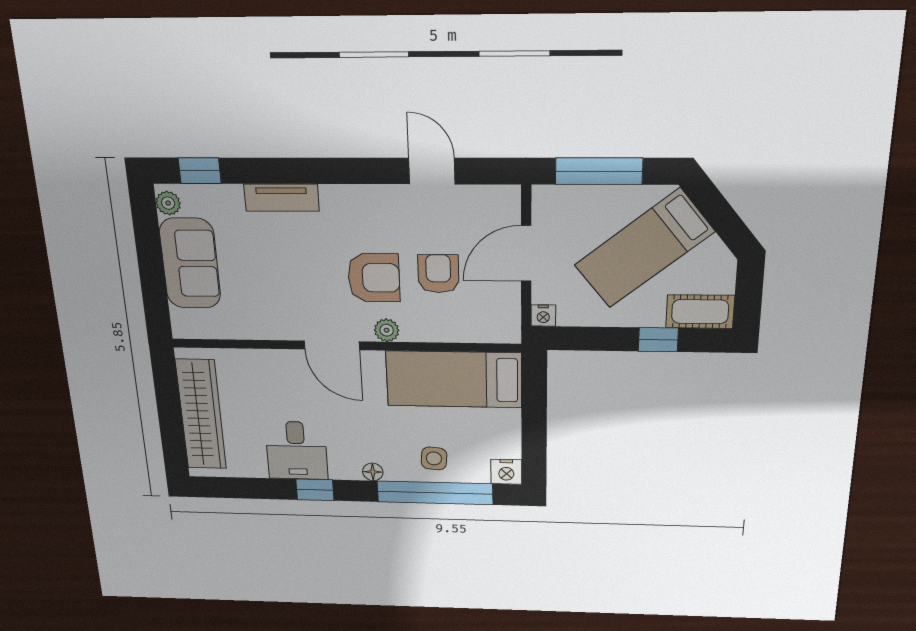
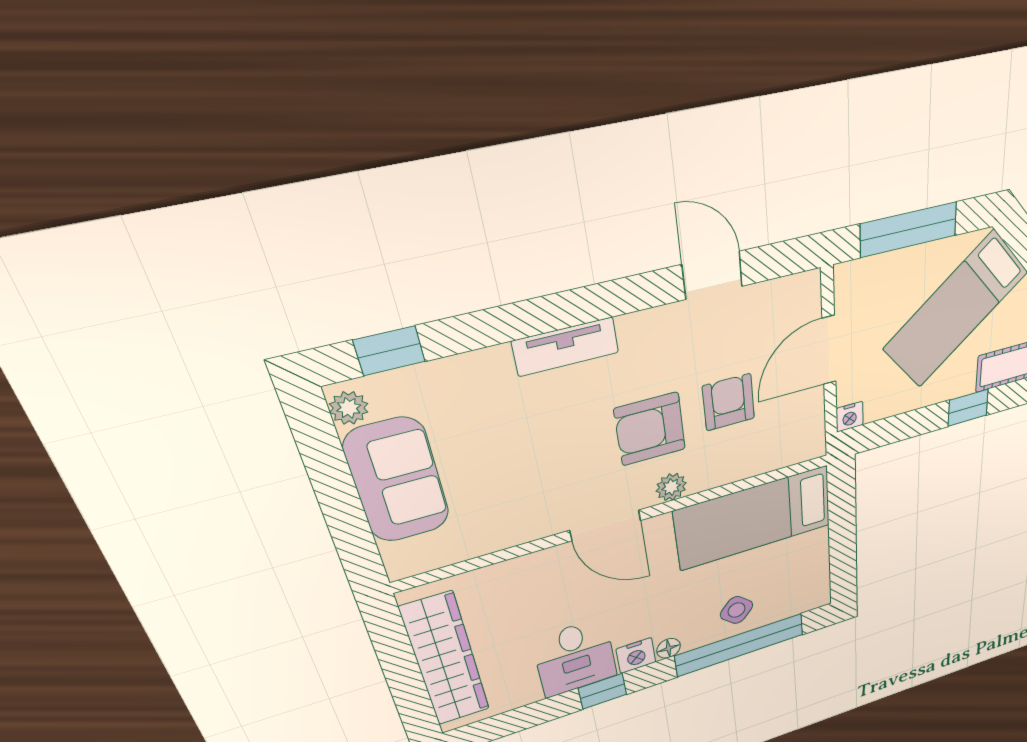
tv unit: (281, 198) -> (566, 347), moved
armchair: (374, 278) -> (650, 429), turned 180
side table: (434, 458) -> (737, 610), turned 37
nightstand: (506, 472) -> (636, 656), moved

